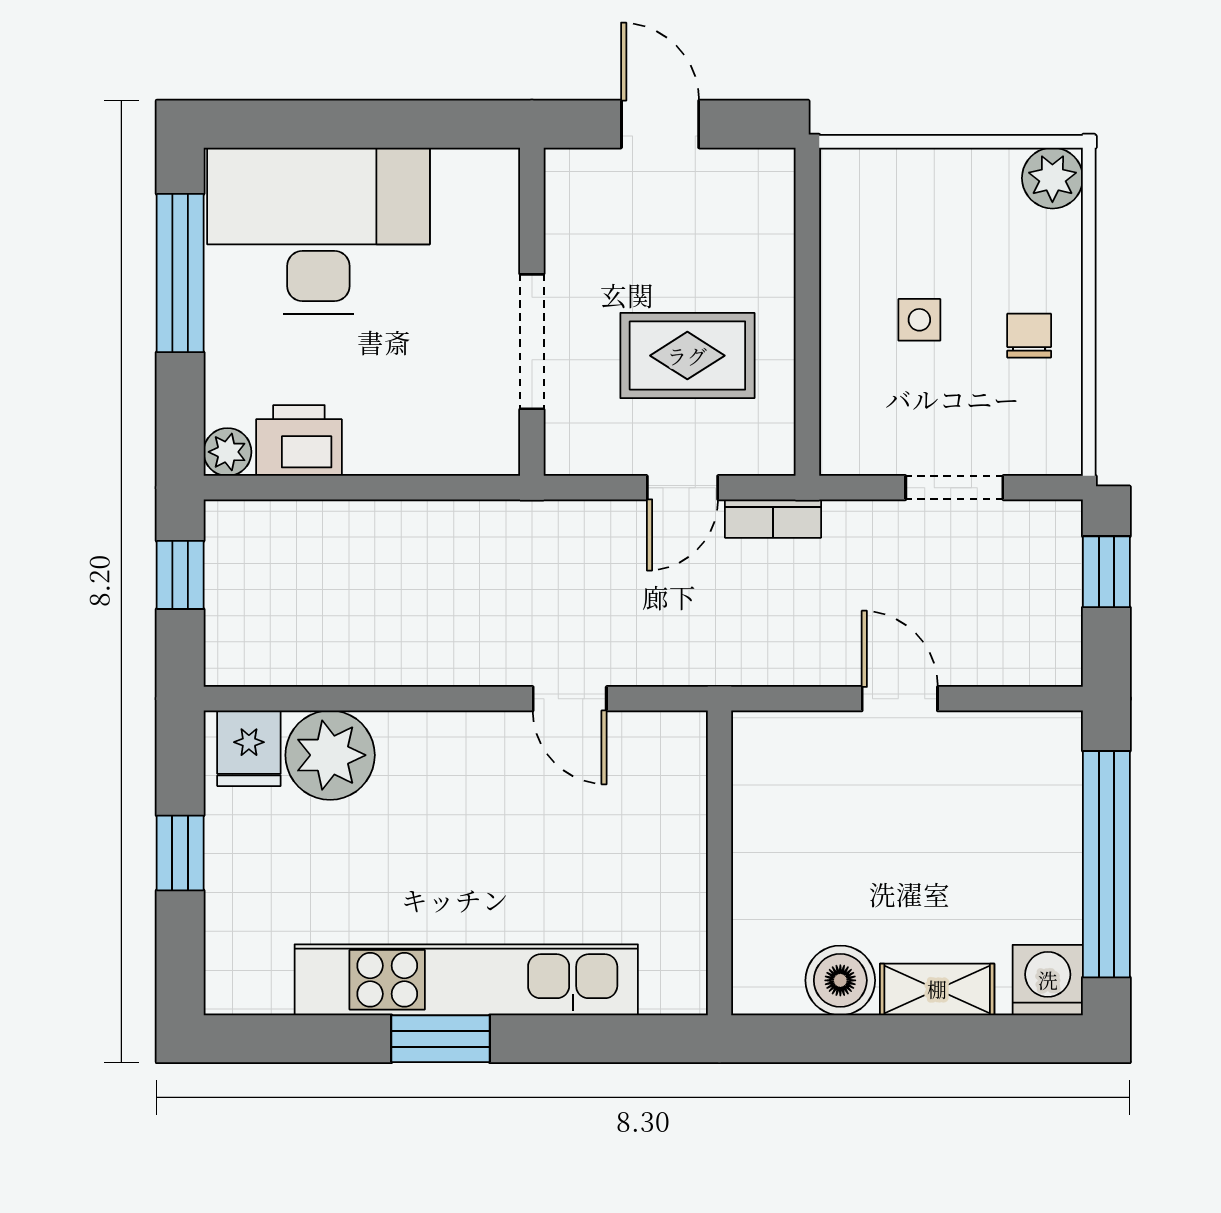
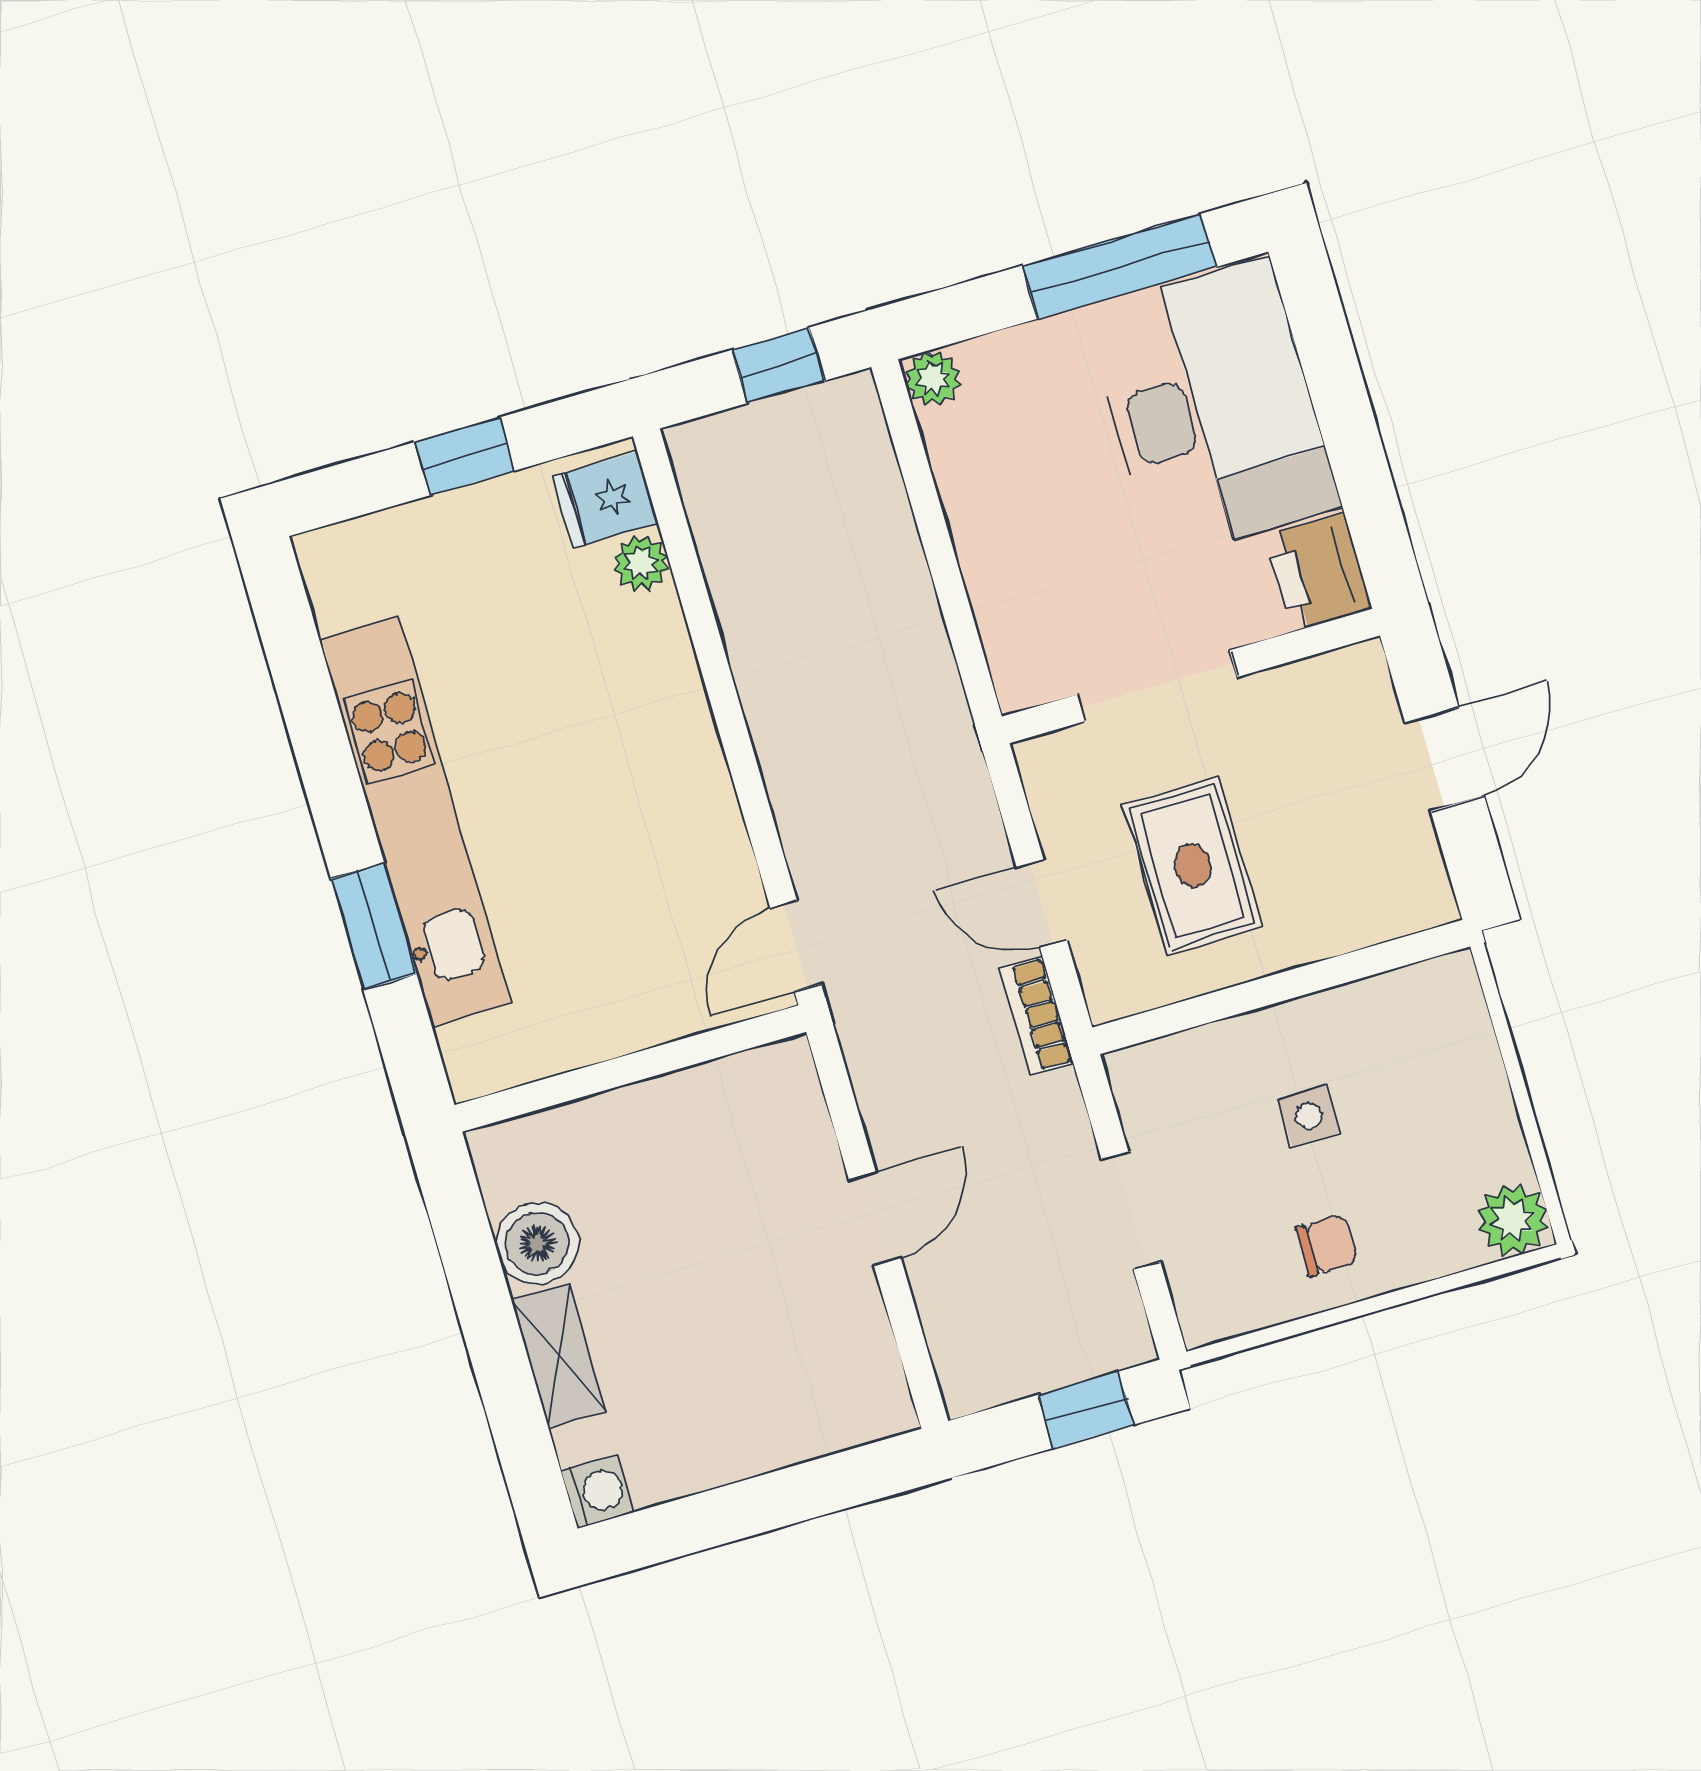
printer: (299, 440) -> (1318, 572), moved, turned 180
door: (570, 699) -> (796, 946), moved
plant: (330, 755) -> (641, 563), width x0.53, depth x0.53
window: (1106, 864) -> (756, 1506), removed
washing machine: (1048, 980) -> (598, 1492), width x0.73, depth x0.73
window: (441, 1039) -> (374, 926), moved

